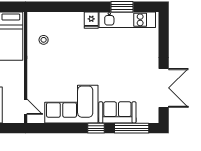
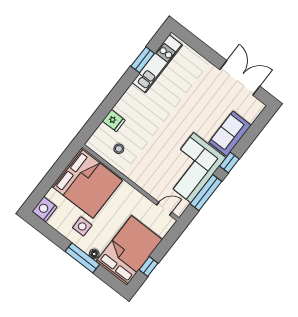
fridge: (91, 20) -> (114, 121), moved
window: (132, 128) -> (206, 193), moved

